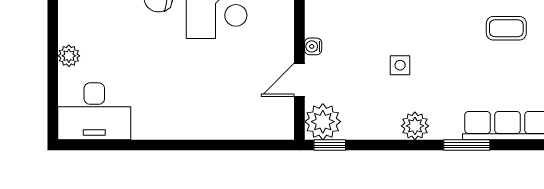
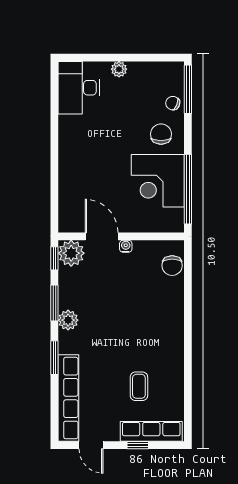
side table: (400, 65) -> (112, 309), removed
door: (299, 80) -> (102, 236), width x1.38
window: (391, 145) -> (54, 303), added

